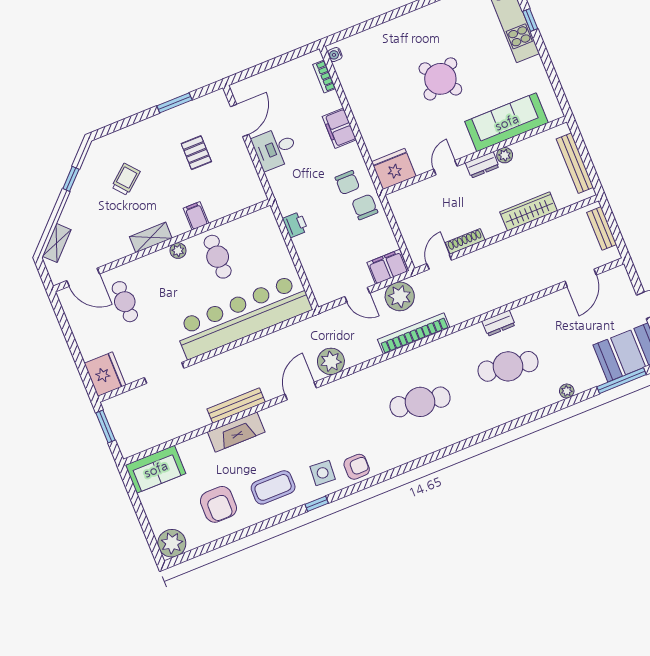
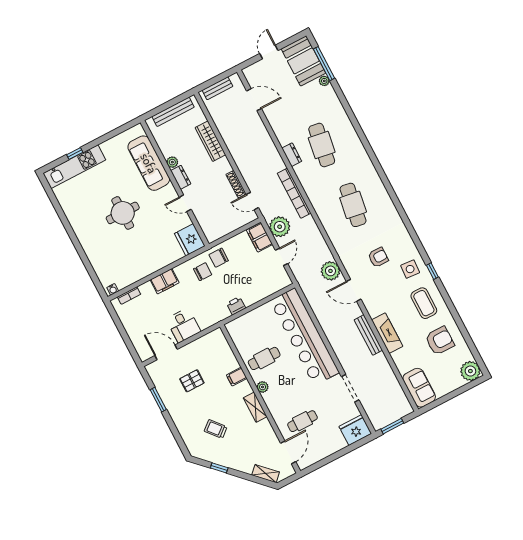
round table: (440, 79) -> (123, 213), turned 34
bookcase: (414, 334) -> (294, 193), moved
plant: (567, 391) -> (324, 81), moved
armchair: (357, 467) -> (378, 257), moved, turned 90

